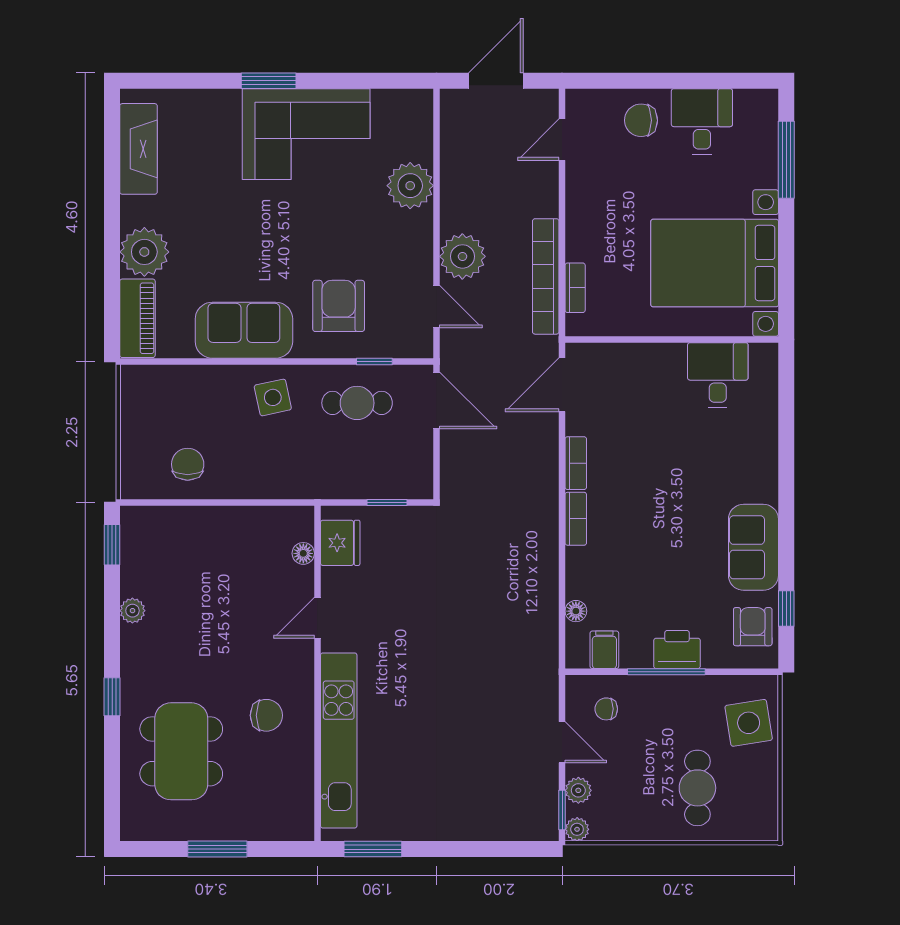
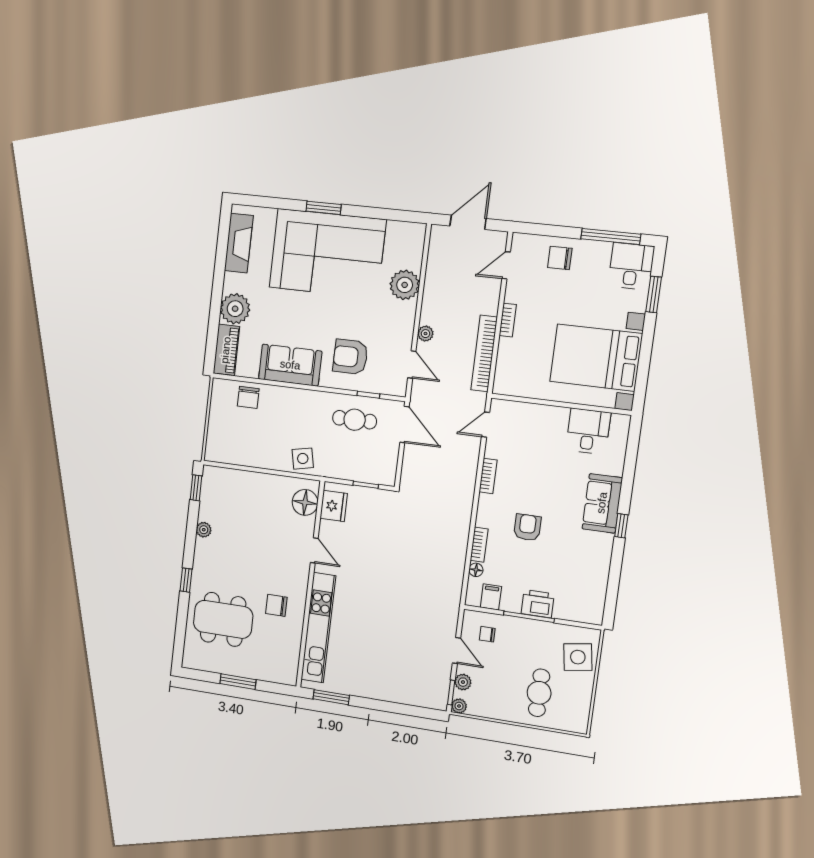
window: (712, 81) -> (611, 237), added
desk: (702, 122) -> (631, 266), moved
corner sofa: (306, 134) -> (327, 254), width x1.36, depth x1.36
window: (786, 160) -> (654, 295), width x0.69
plant: (462, 256) -> (425, 334), width x0.53, depth x0.53
bookcase: (575, 288) -> (508, 320), moved
armchair: (339, 306) -> (350, 357), turned -90
door: (562, 385) -> (486, 425), width x0.73
side table: (273, 397) -> (303, 459), moved
chair: (188, 464) -> (248, 397), moved, turned 180
bookcase: (576, 519) -> (479, 545), moved
sofa: (753, 547) -> (602, 503), moved
floor lamp: (303, 553) -> (305, 502), width x1.89, depth x1.89
window: (786, 608) -> (621, 526), moved
door: (317, 618) -> (314, 550), swing flipped
armchair: (753, 627) -> (527, 527), moved
chair: (266, 715) -> (276, 605), turned 180
dining table: (181, 751) -> (223, 619), turned 90

